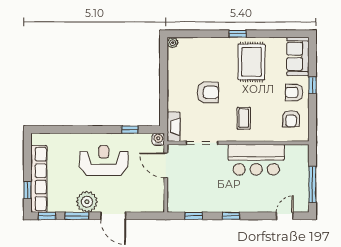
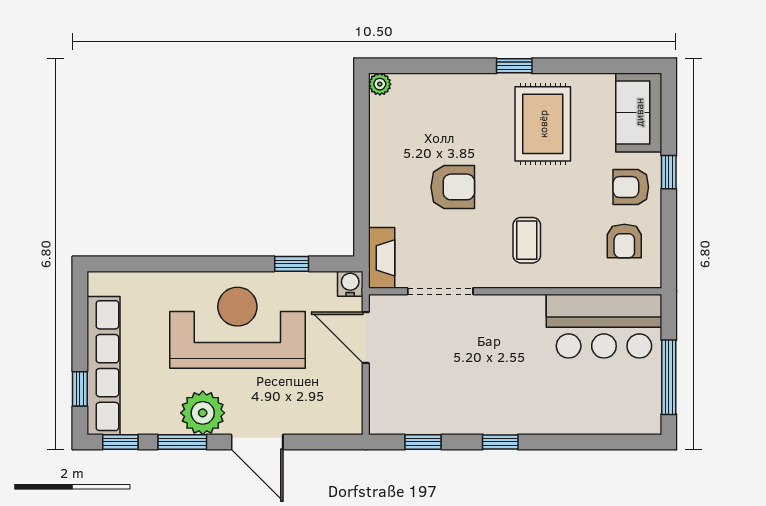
bar counter: (256, 160) -> (604, 326), moved
reception desk: (104, 161) -> (237, 328), width x1.36, depth x1.30
door: (285, 216) -> (612, 442), removed

